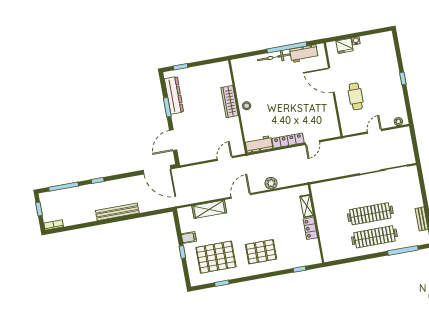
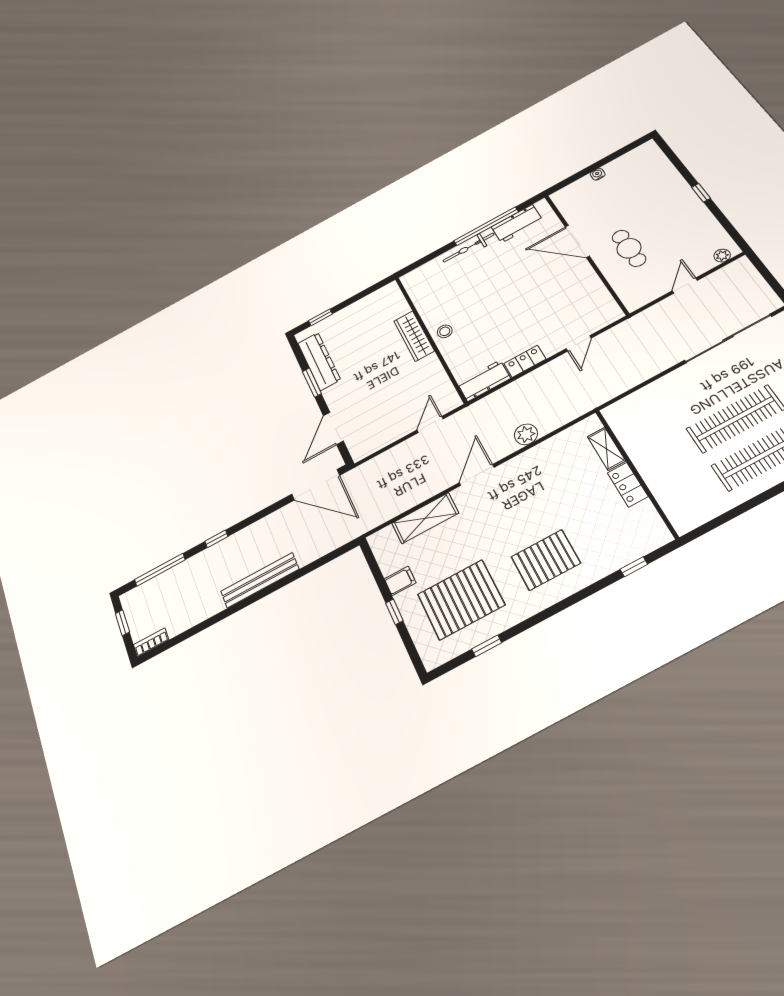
fridge: (345, 46) -> (581, 188), removed
locker: (288, 141) -> (525, 361), width x0.66

